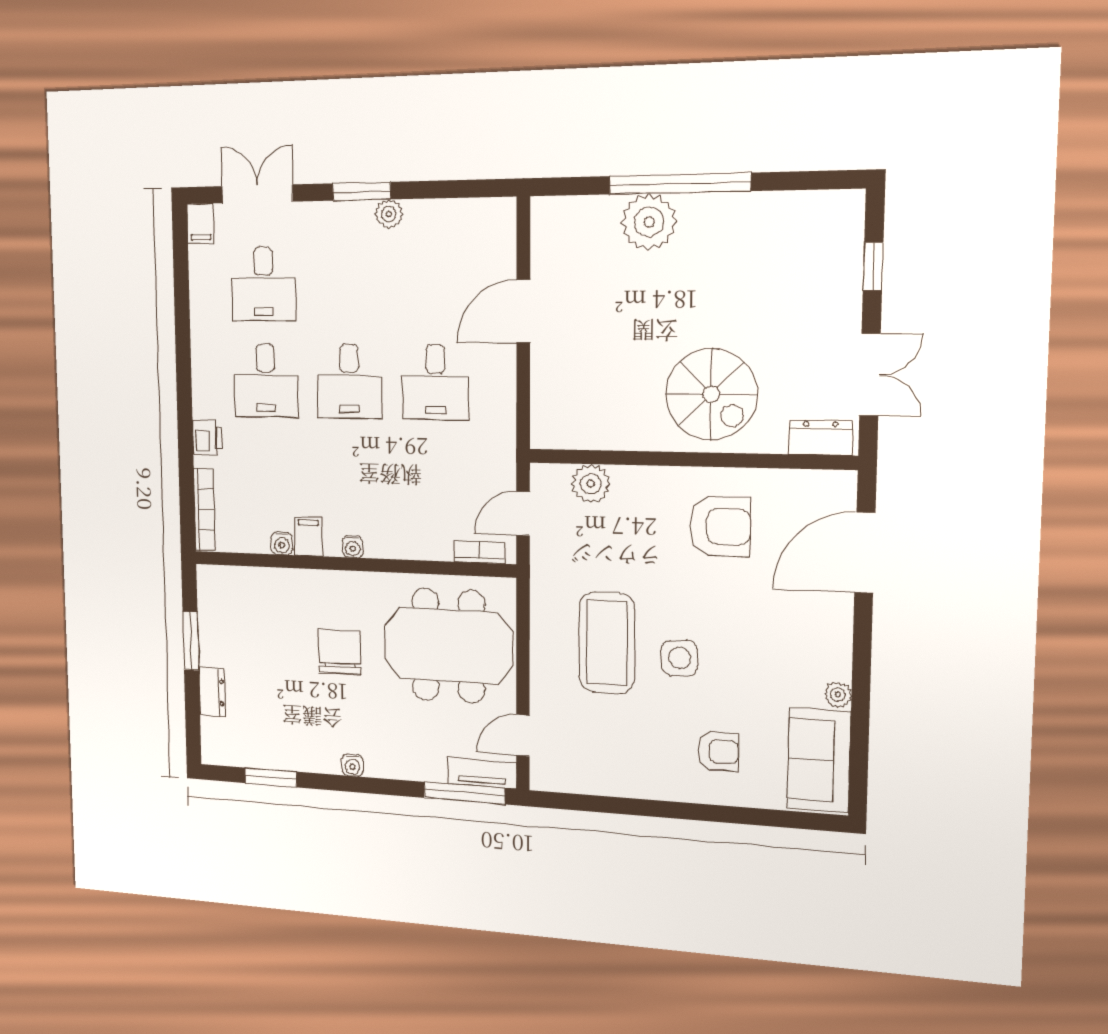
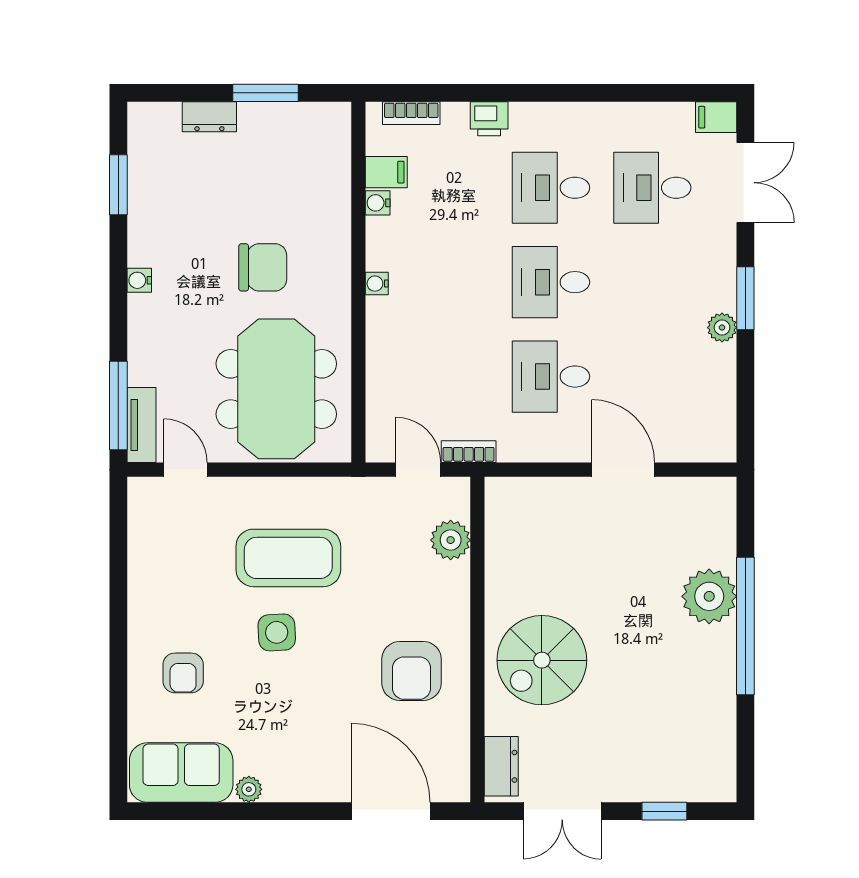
bookcase: (204, 510) -> (411, 113), width x0.64
filing cabinet: (308, 536) -> (386, 172), moved
bookcase: (479, 552) -> (469, 452), moved, turned -90

